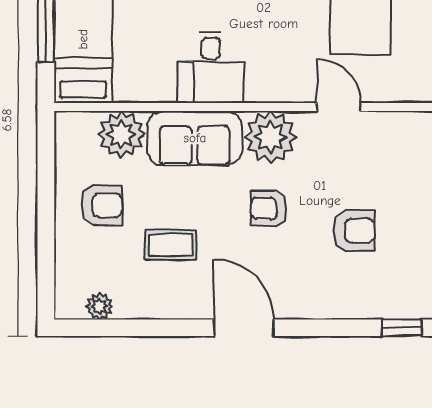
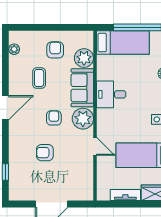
door: (339, 107) -> (95, 146), hinge flipped
armchair: (101, 205) -> (55, 50), turned 180
armchair: (354, 231) -> (45, 153), turned 90

